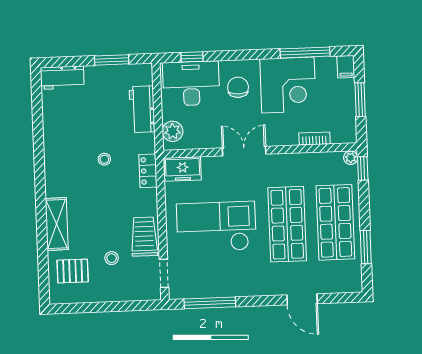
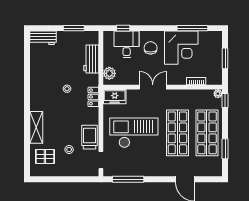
filing cabinet: (346, 67) -> (217, 38), removed
desk: (191, 83) -> (127, 44), width x0.73

